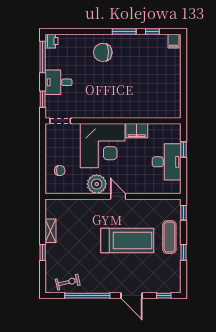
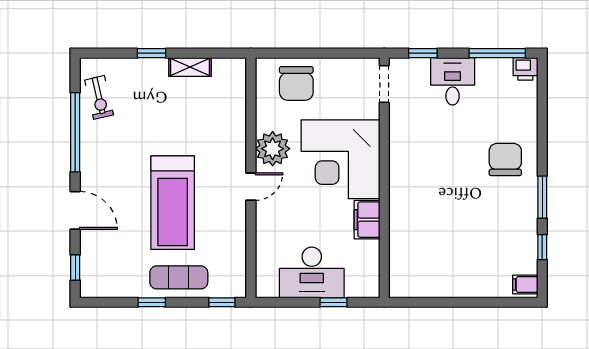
chair: (60, 171) -> (296, 83), width x1.87, depth x1.87
door: (132, 296) -> (75, 210), swing flipped

